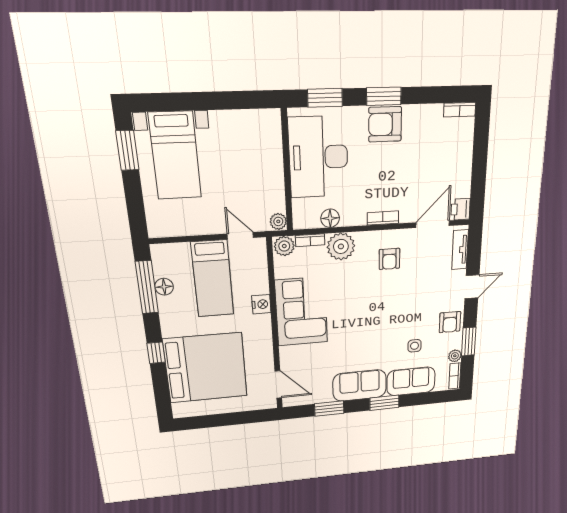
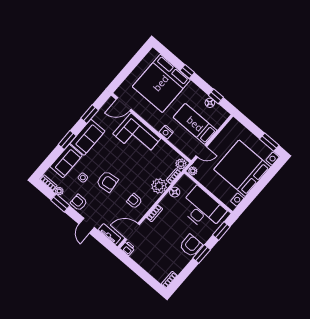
bed with nightstands: (175, 156) -> (242, 168), width x1.85
door: (433, 224) -> (132, 232), swing flipped
window: (147, 287) -> (216, 96), width x0.46
corner sofa: (302, 312) -> (137, 136), moved
armchair: (394, 314) -> (107, 182), added

